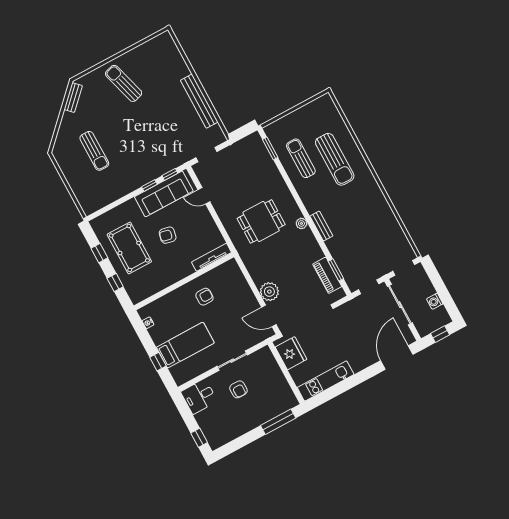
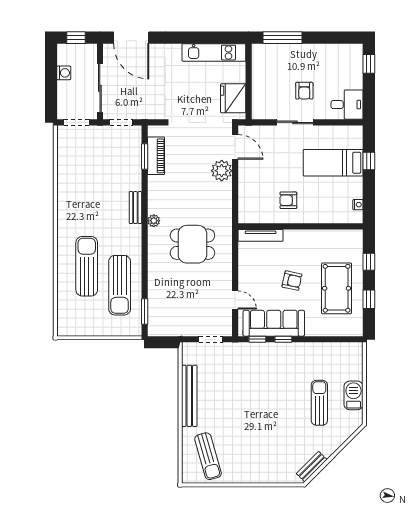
sun lounger: (124, 83) -> (208, 456), moved
sun lounger: (301, 158) -> (120, 285), width x1.36, depth x1.34
barbecue: (71, 171) -> (354, 395), added
door: (397, 358) -> (131, 38), hinge flipped
armchair: (238, 389) -> (304, 91), turned 180

